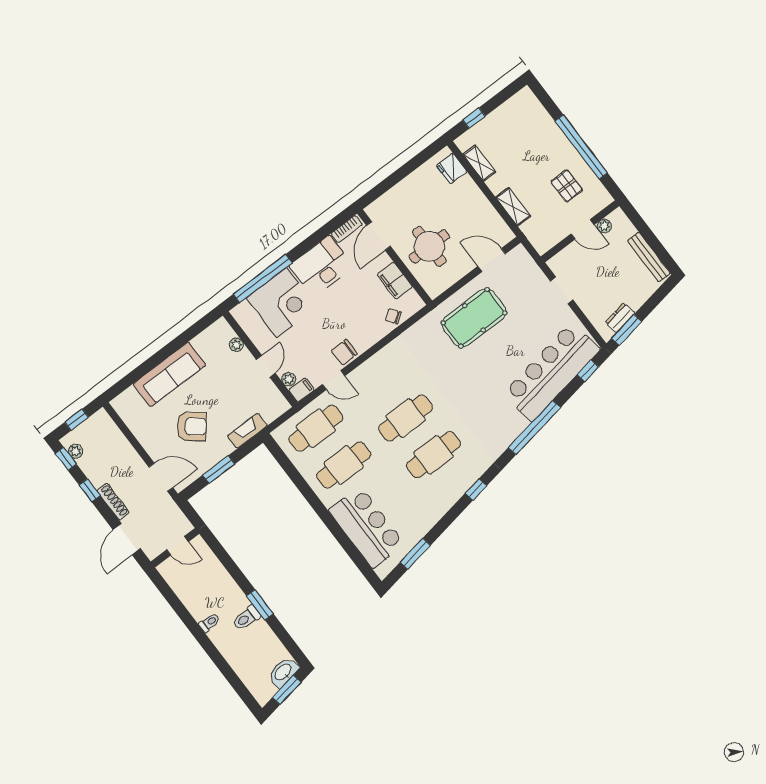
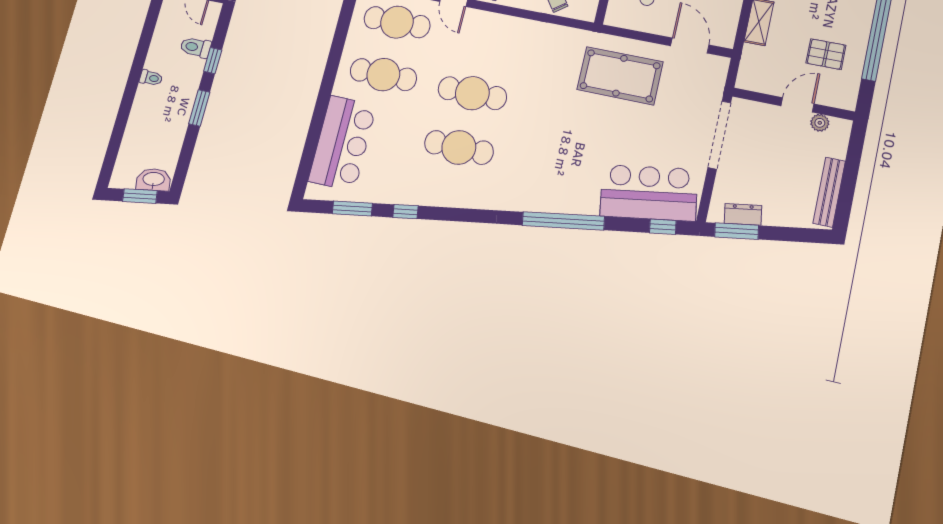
pallet: (567, 186) -> (826, 54), turned 90
door: (583, 229) -> (797, 105), swing flipped
doorway: (562, 290) -> (719, 135), width x1.87
bar counter: (551, 372) -> (649, 193), width x0.73
window: (476, 489) -> (405, 212), moved
window: (234, 571) -> (213, 61), added
toilet: (246, 618) -> (196, 47), moved

